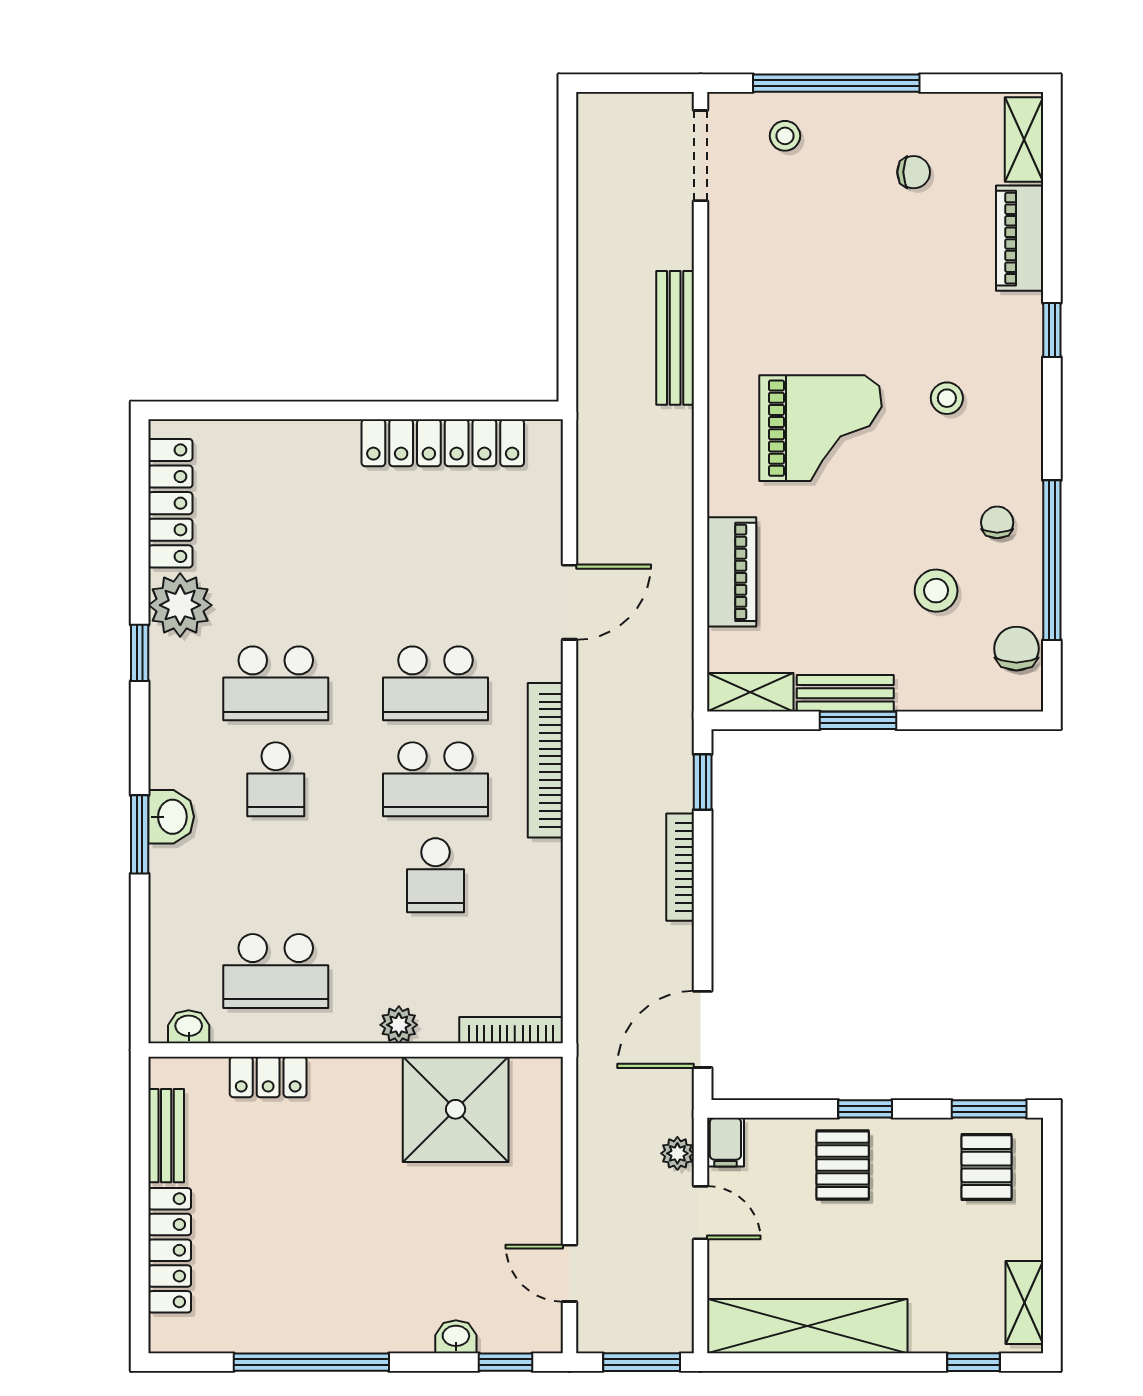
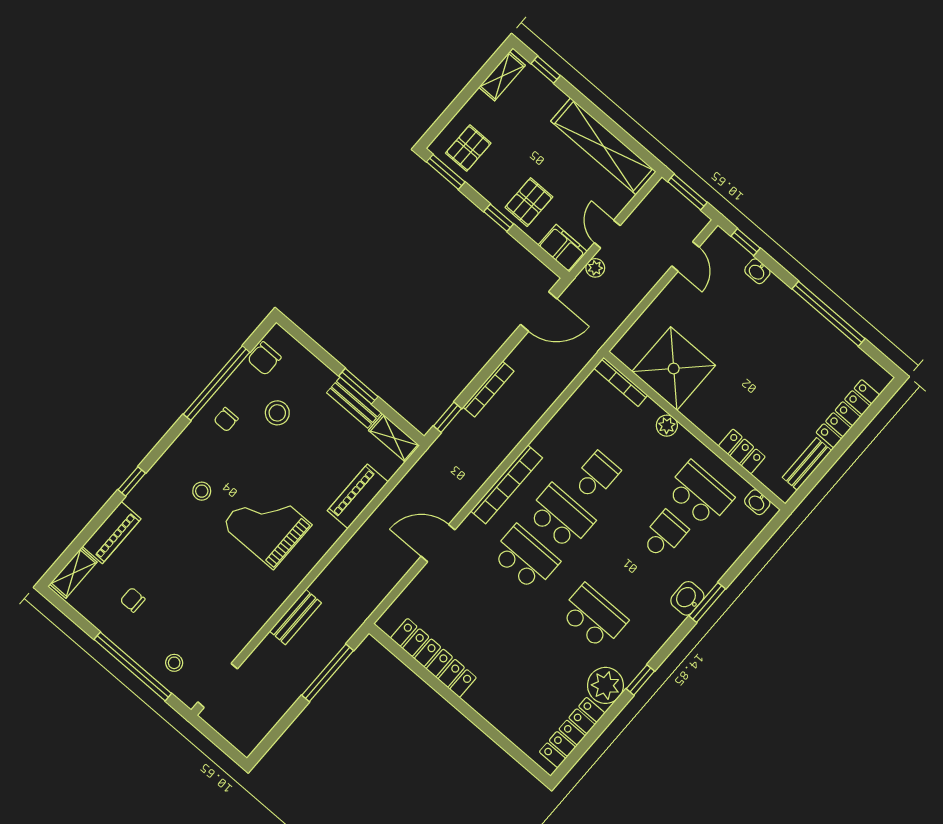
window: (567, 300) -> (328, 673), added
bench: (675, 338) -> (296, 617), width x0.73
school desk: (276, 779) -> (664, 535), moved
filing cabinet: (725, 1142) -> (563, 248), width x2.00

